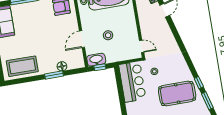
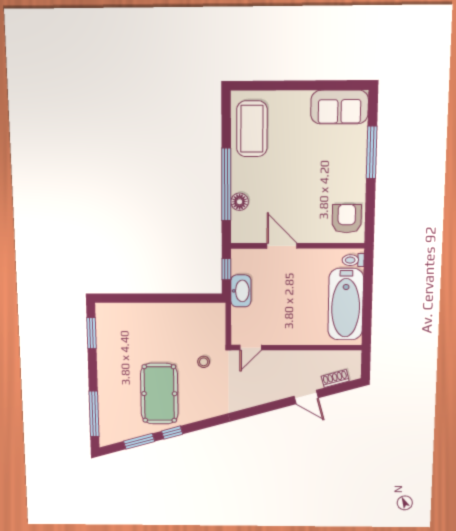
stool: (108, 35) -> (280, 293), removed
washbasin: (96, 60) -> (241, 291), moved
window: (54, 75) -> (226, 185), width x2.11
bar counter: (132, 82) -> (192, 321), removed

